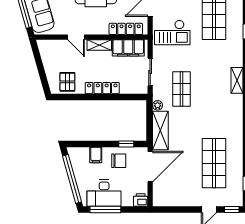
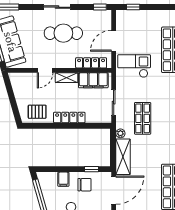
checkout: (172, 32) -> (134, 66), turned 180
door: (76, 37) -> (45, 70), hinge flipped
pallet: (67, 82) -> (37, 112), turned 90

